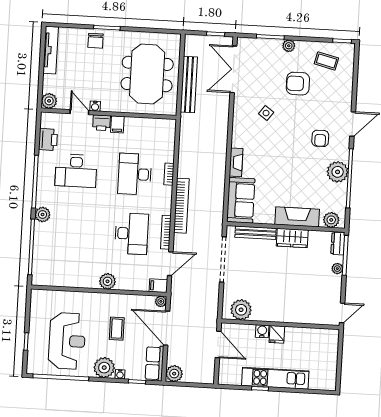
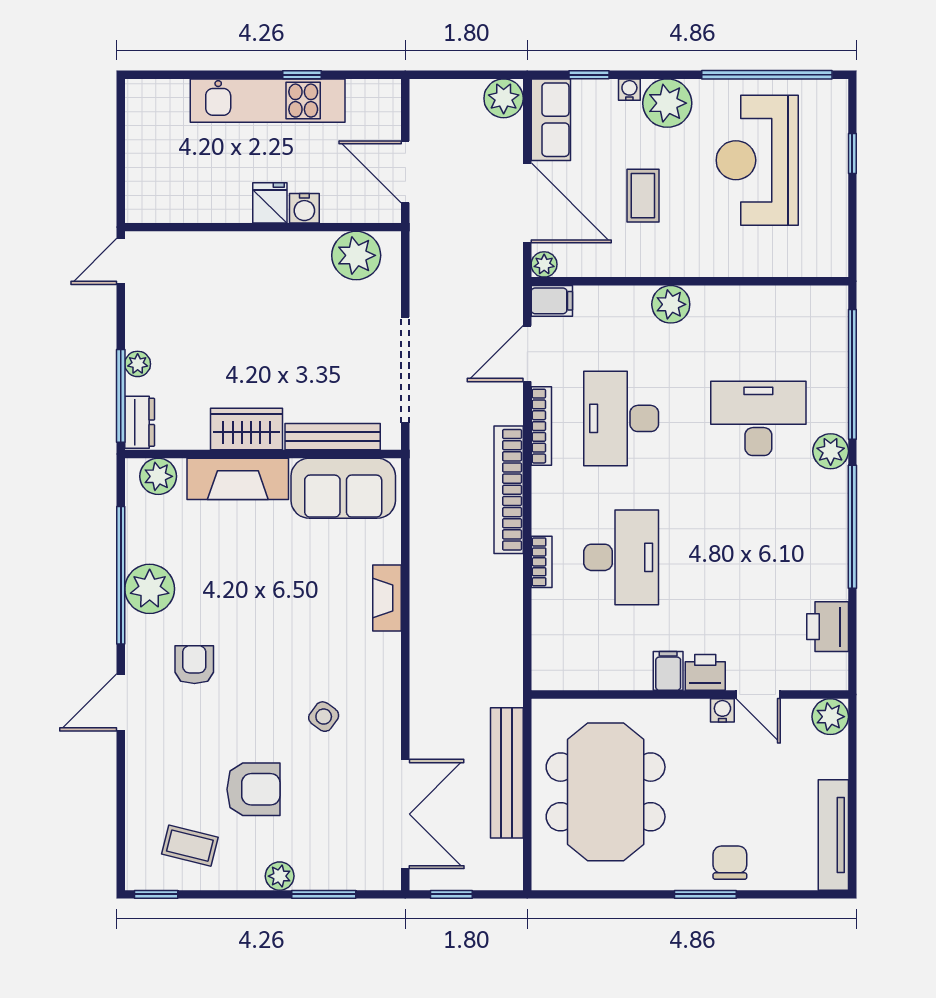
desk: (76, 171) -> (758, 418), moved
sofa: (241, 200) -> (343, 488), moved, turned -90

